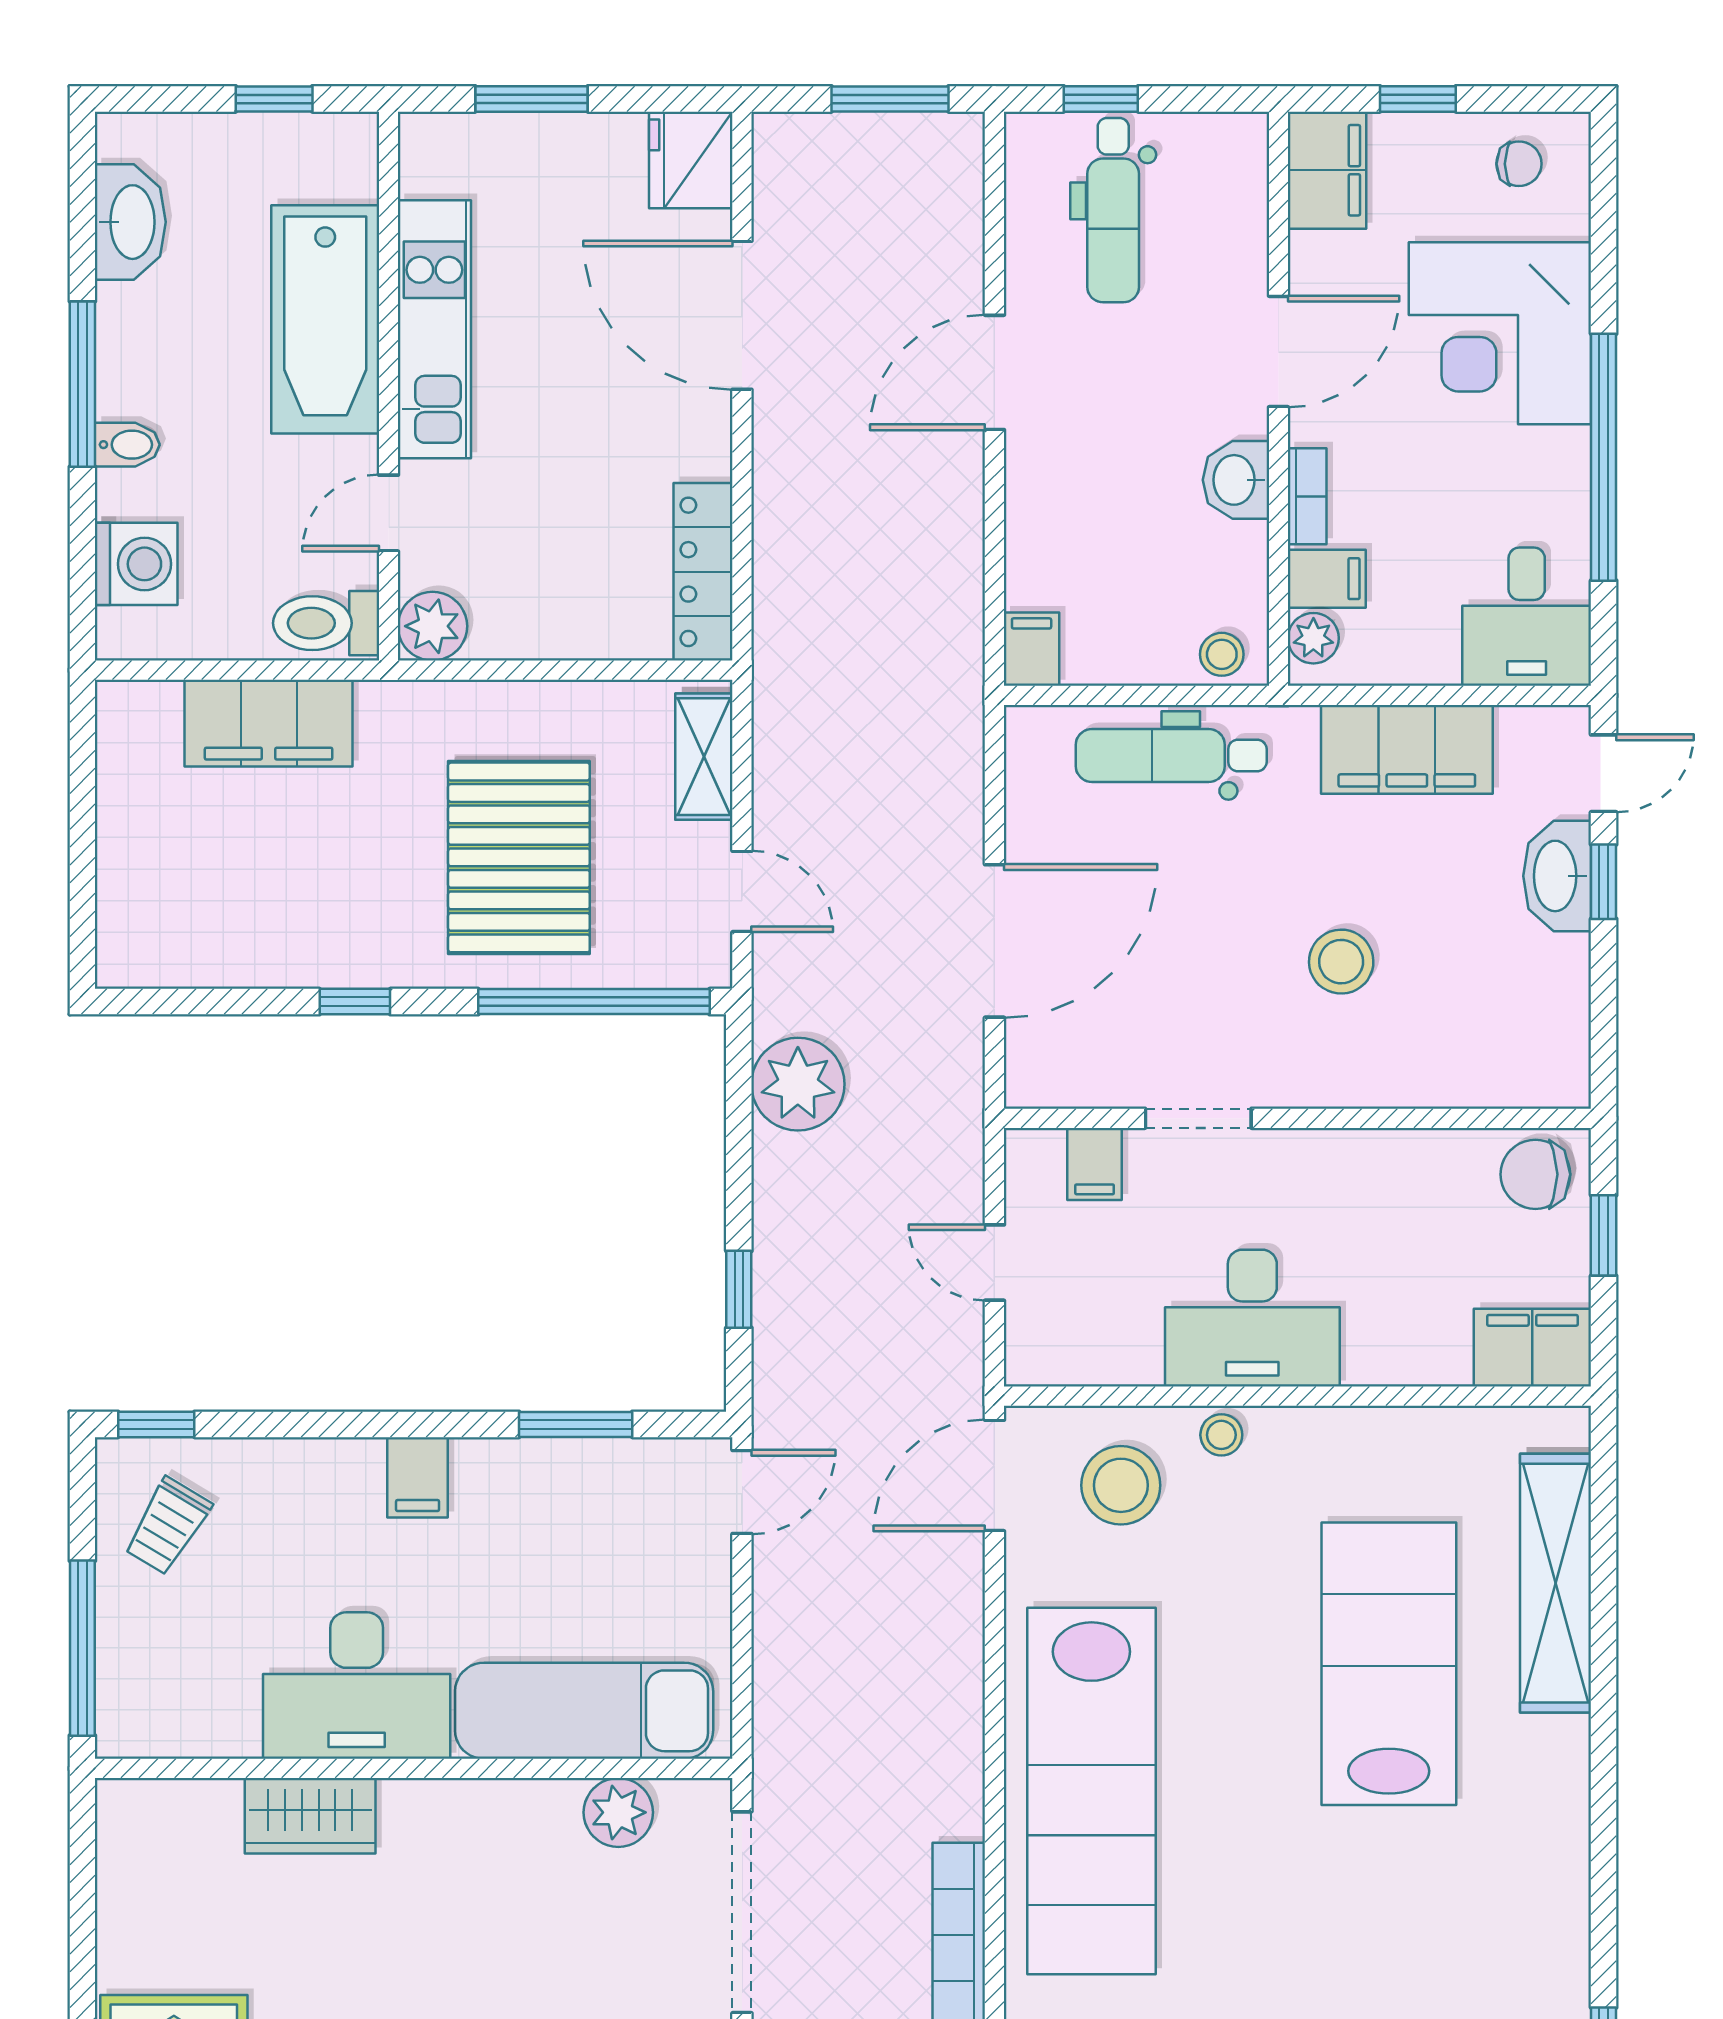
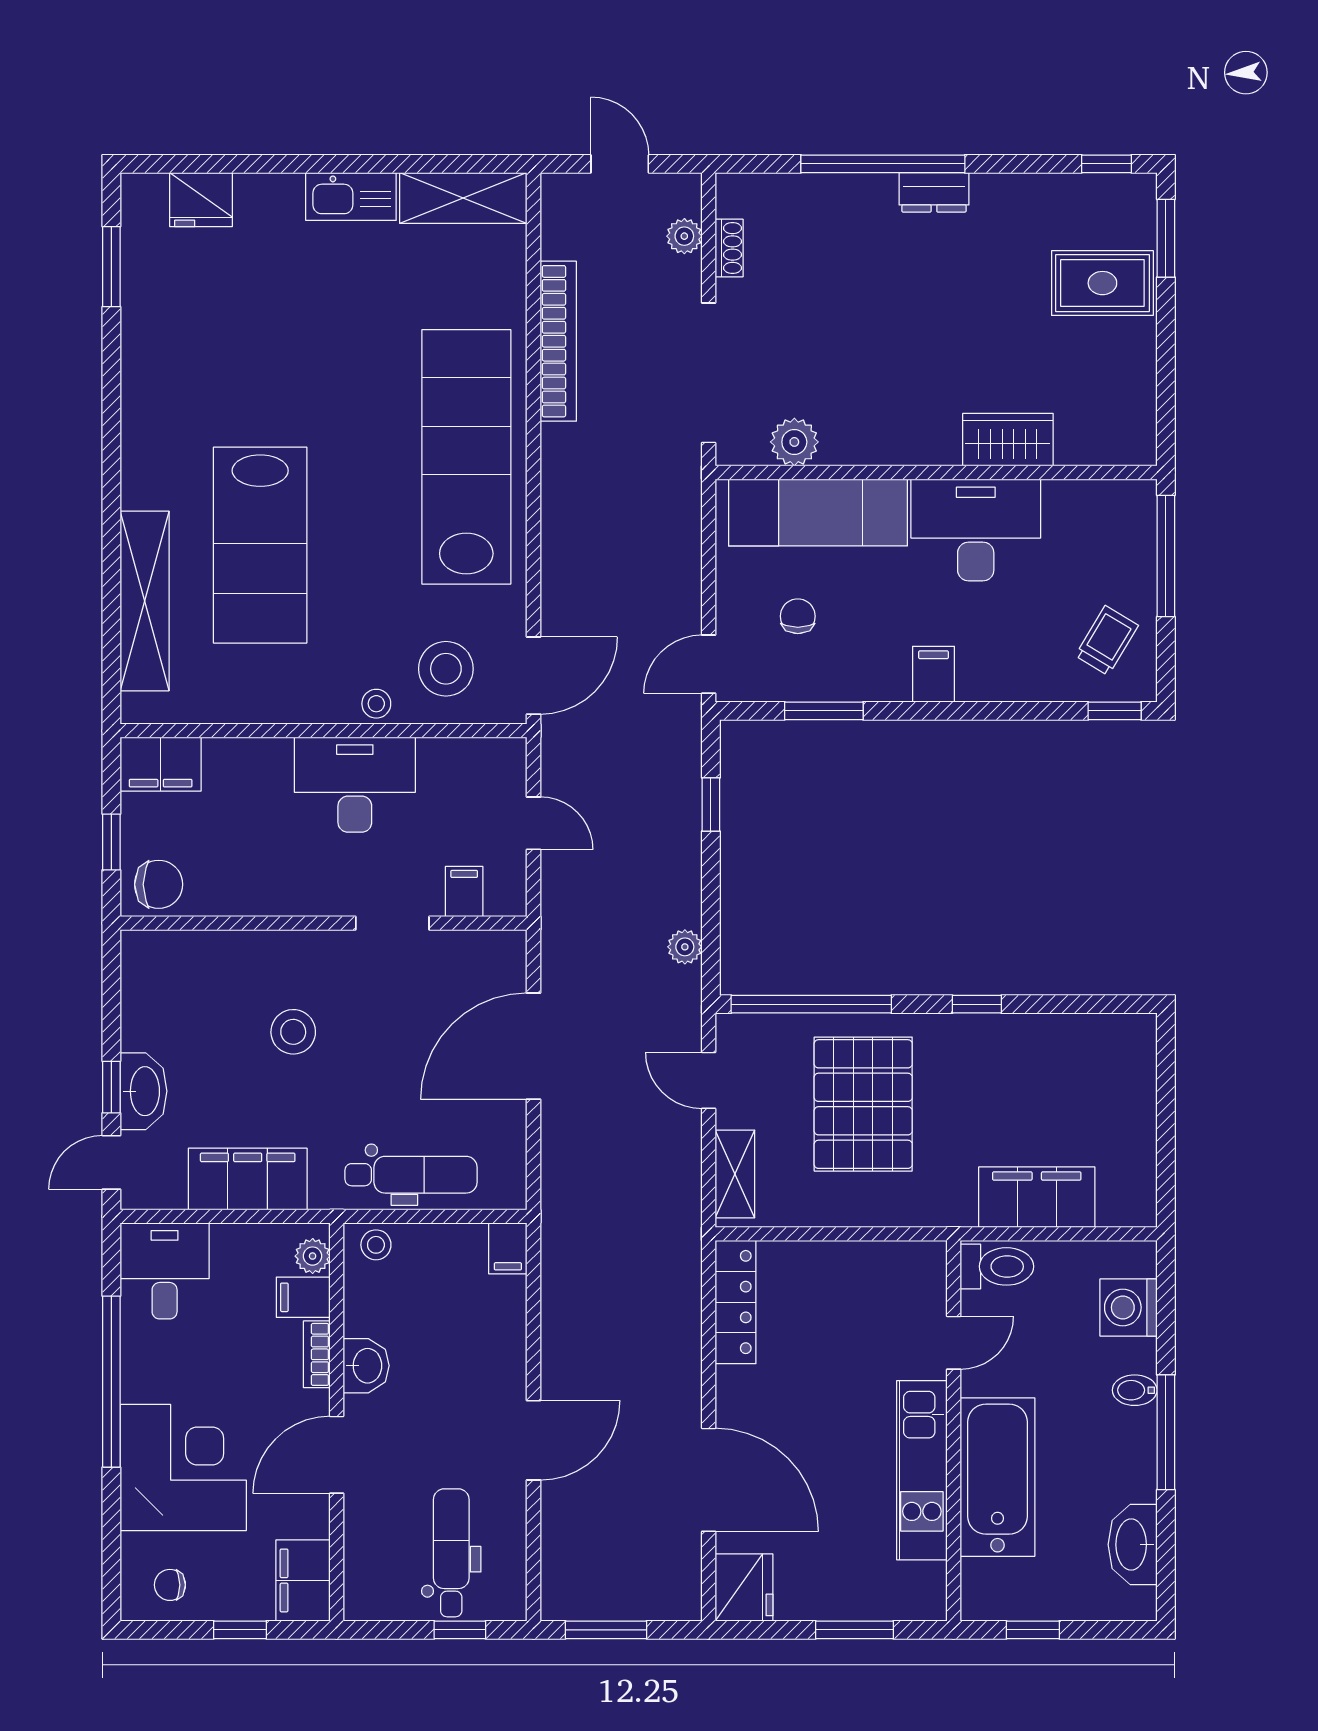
plant: (432, 626) -> (923, 1264), removed
plant: (798, 1084) -> (685, 947), width x0.53, depth x0.53
chair: (613, 1561) -> (798, 616), added

